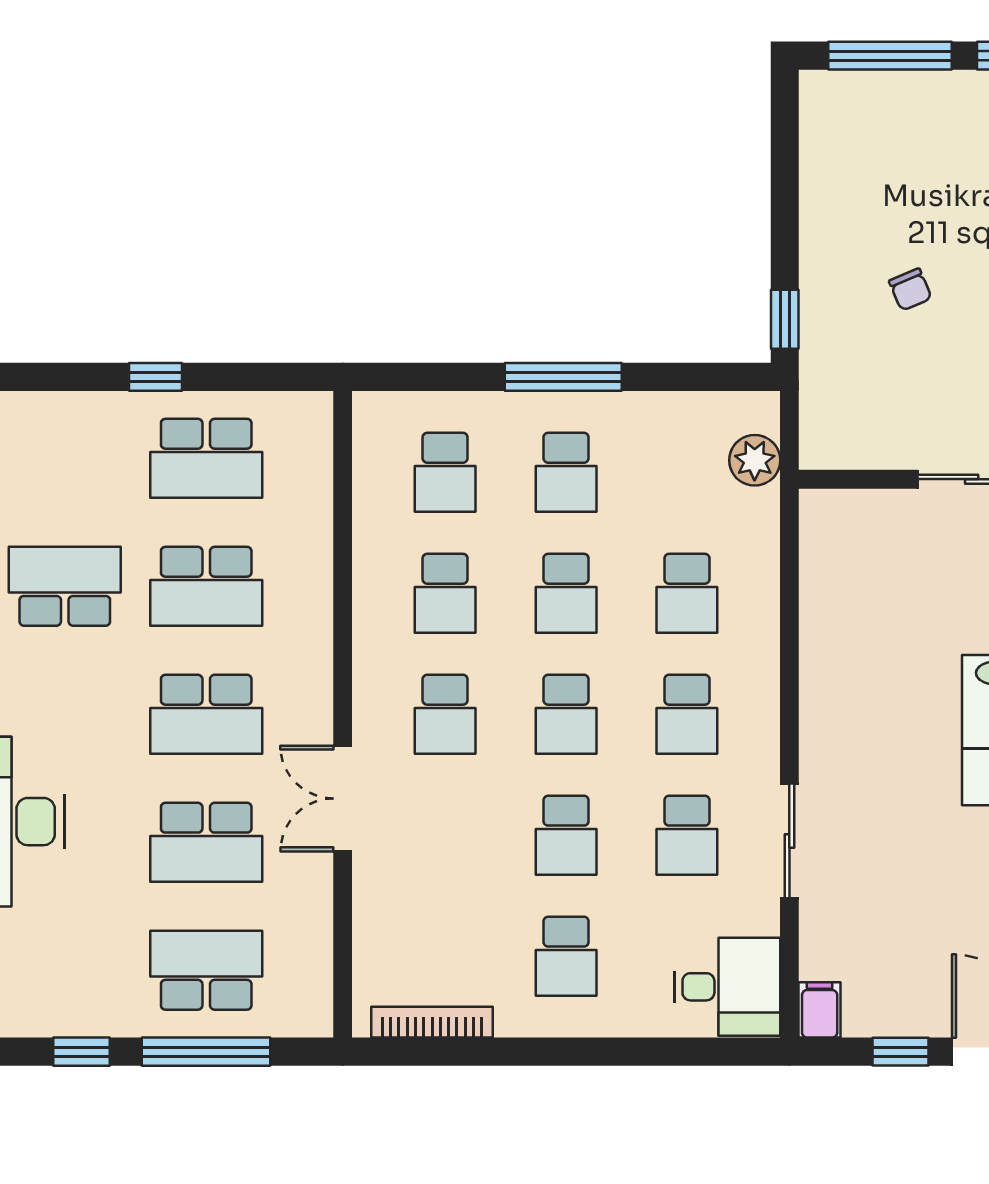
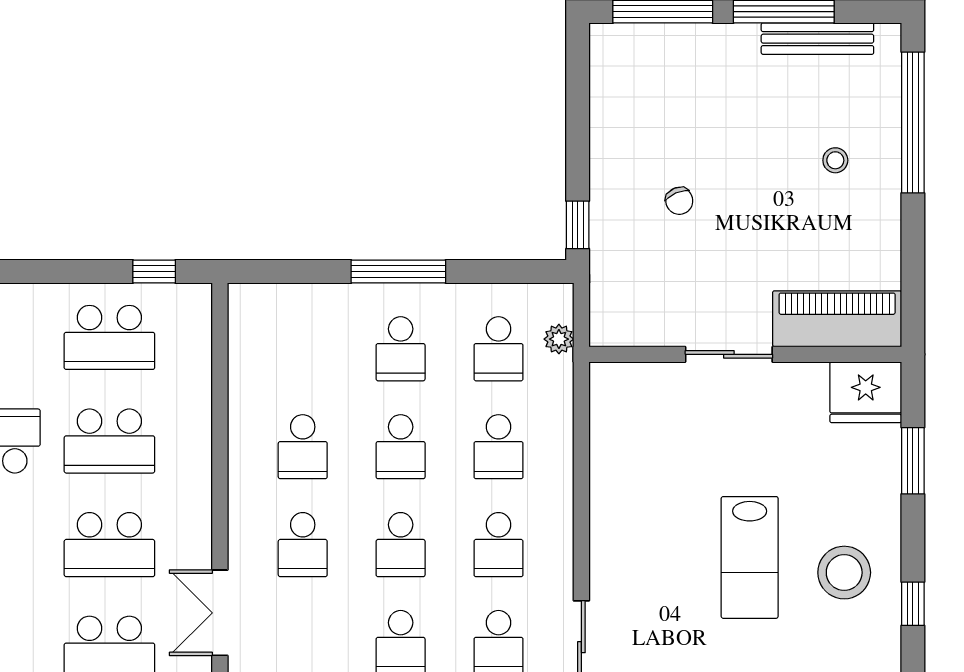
window: (156, 377) -> (154, 271), moved
plant: (755, 460) -> (559, 339), width x0.73, depth x0.73
school desk: (445, 472) -> (498, 349), moved

